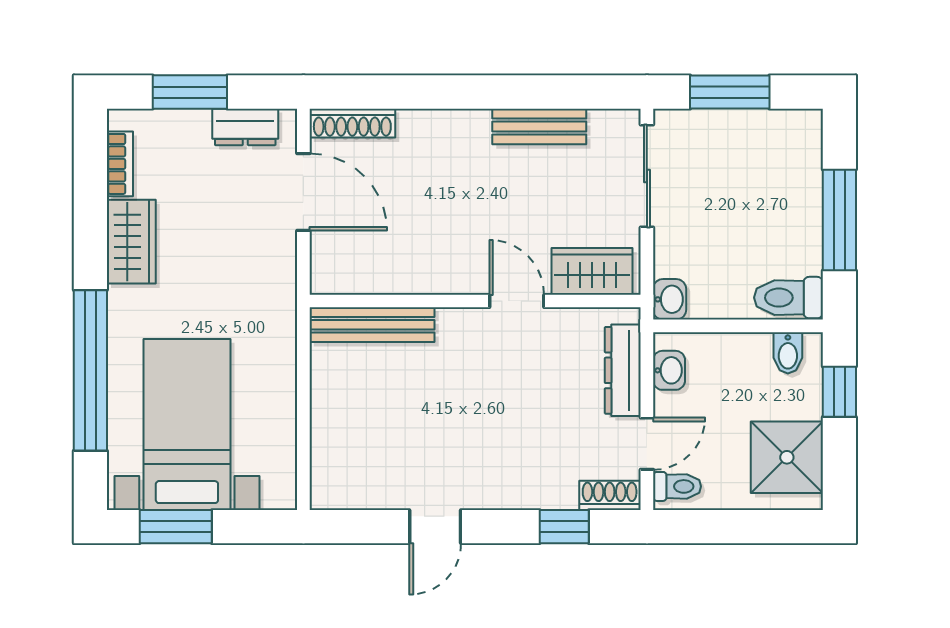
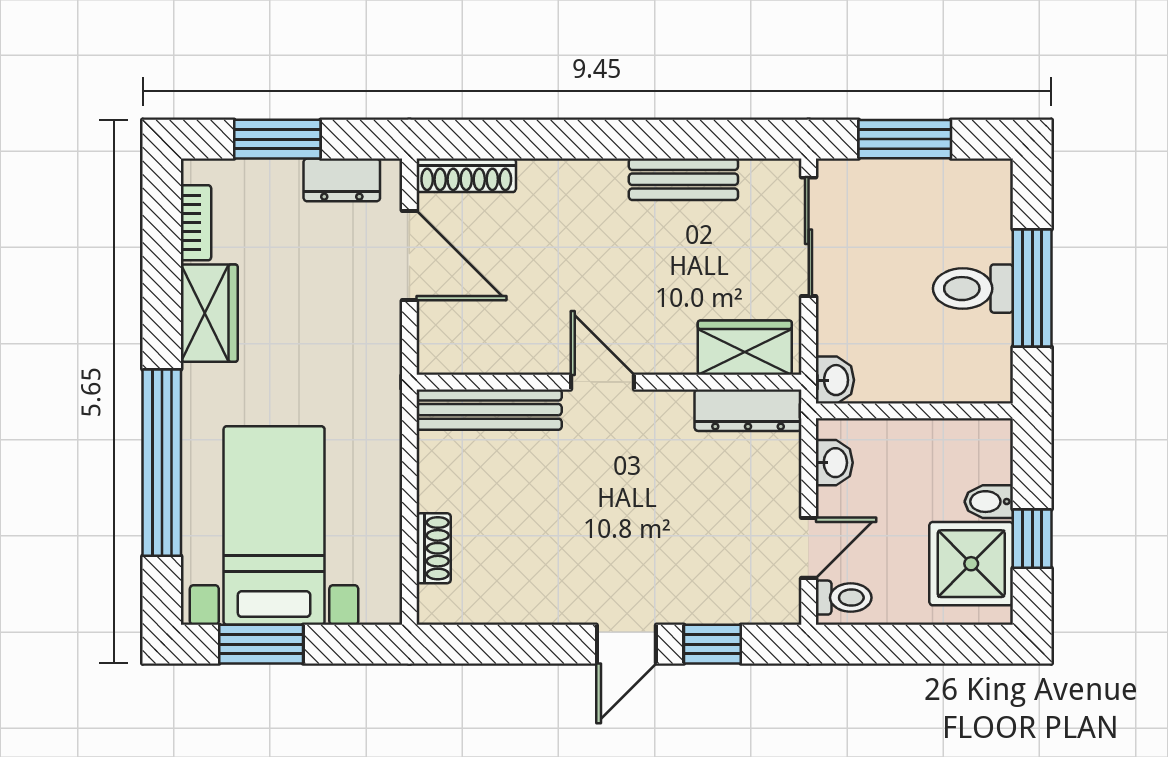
toilet: (788, 298) -> (973, 289), moved
door: (517, 301) -> (602, 382), moved
bidet: (788, 353) -> (989, 502), moved, turned 90
dresser: (623, 370) -> (748, 410), moved, turned -90
window: (839, 392) -> (1032, 539), moved
shoe rack: (610, 495) -> (434, 548), moved, turned 90
door: (435, 527) -> (626, 644), moved

